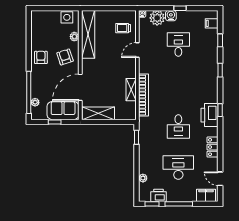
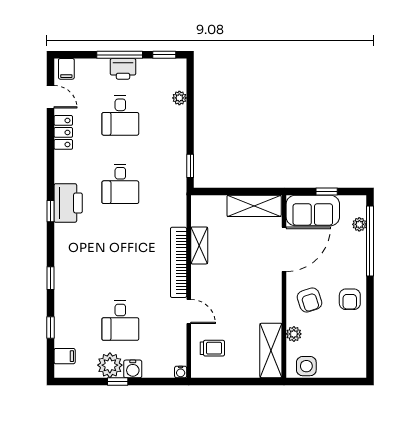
plant: (157, 18) -> (110, 365), moved
shelving: (88, 34) -> (271, 350), width x0.68
door: (137, 50) -> (189, 312), hinge flipped
bookcase: (143, 95) -> (179, 262), moved
desk: (178, 126) -> (120, 184), turned 180
locker: (213, 147) -> (63, 132), moved
desk: (178, 167) -> (120, 116), width x0.73
printer: (158, 195) -> (123, 69), moved
filing cabinet: (206, 195) -> (66, 69), width x0.50

